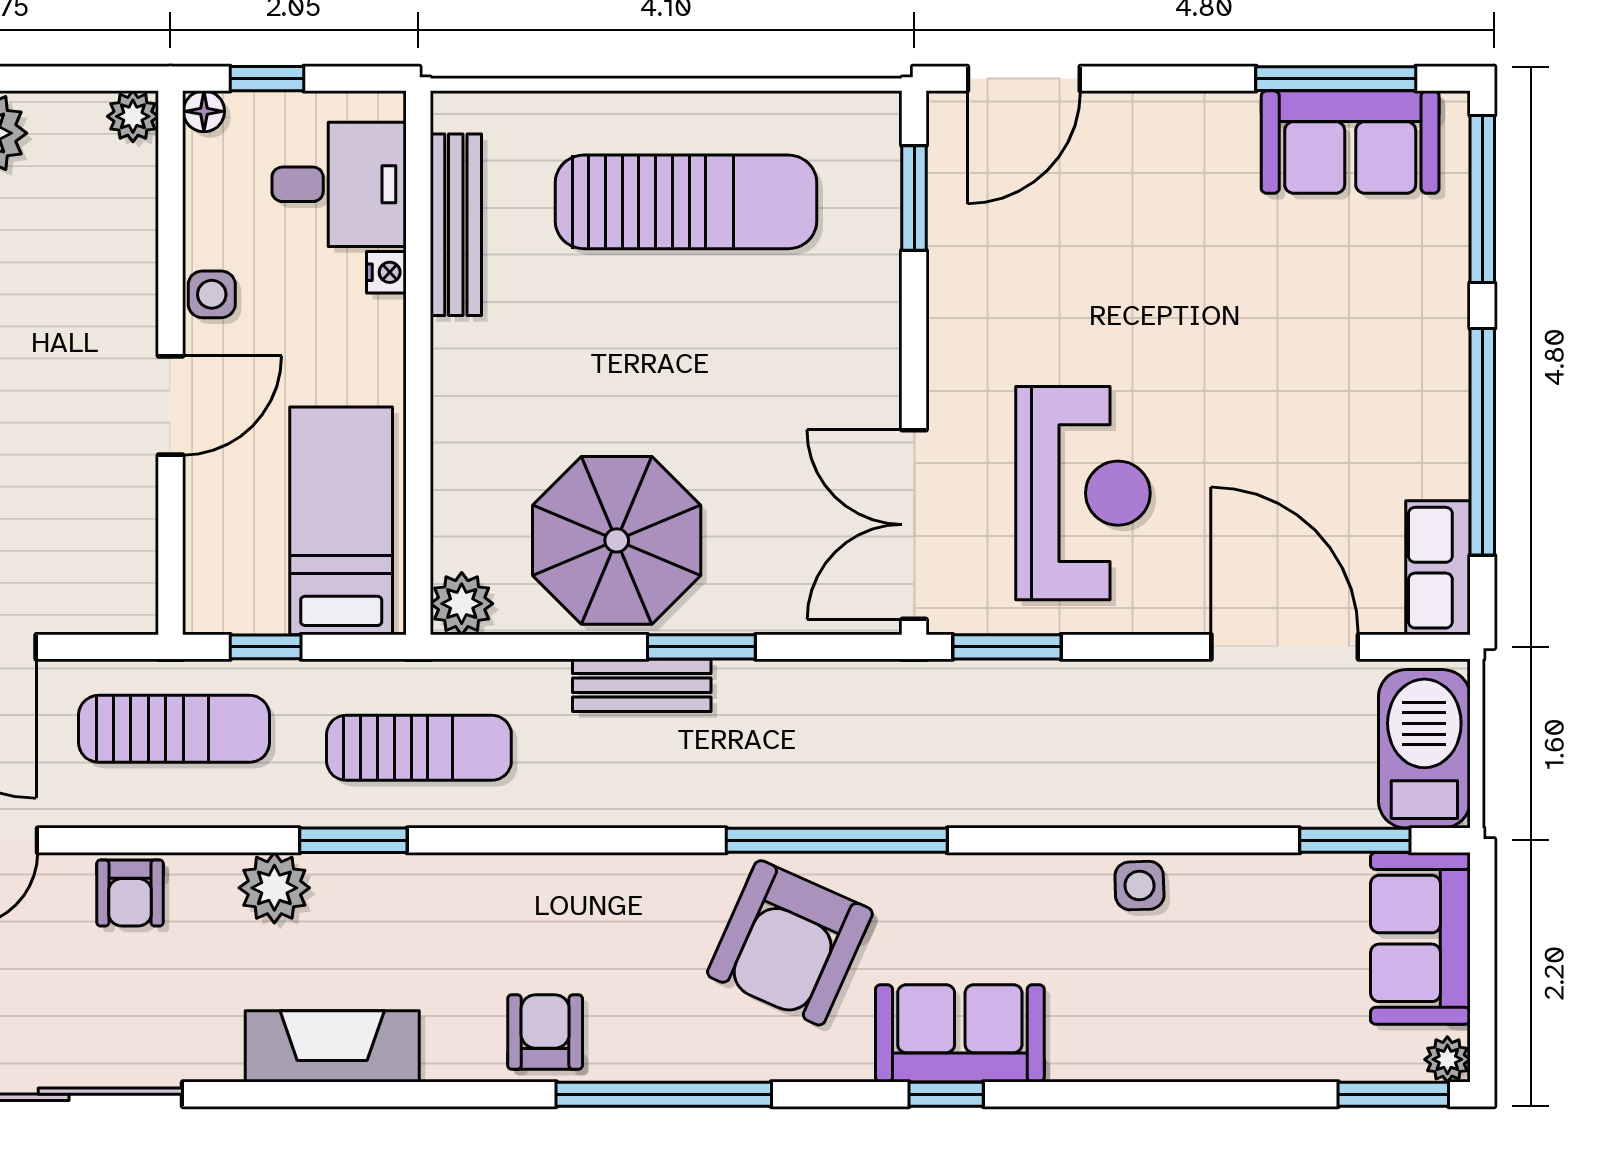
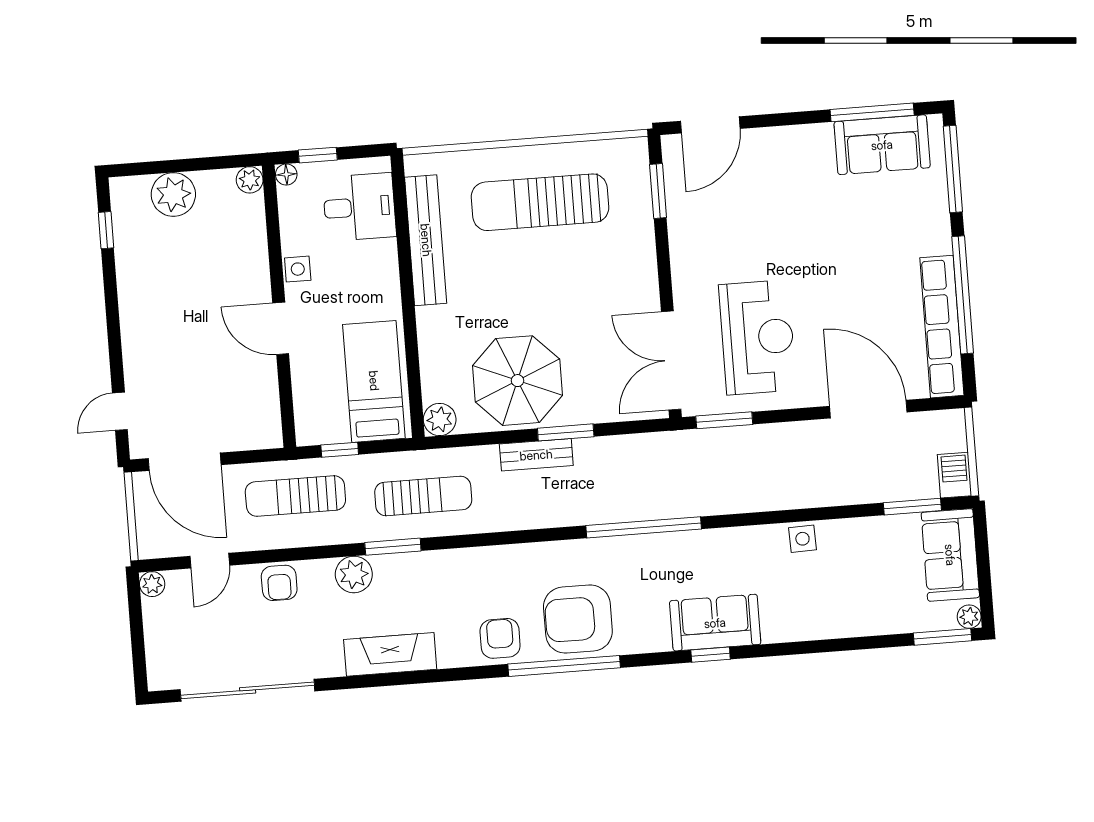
sun lounger: (686, 202) -> (540, 202), turned 180
bench: (456, 225) -> (426, 240), width x1.37, depth x1.21
nightstand: (386, 272) -> (387, 251), removed
door: (170, 405) -> (281, 328), swing flipped
row of seats: (1438, 568) -> (942, 327), width x2.02
sun lounger: (174, 729) -> (295, 496), turned 180
barbecue: (1424, 749) -> (955, 475), width x0.53, depth x0.65
armchair: (790, 943) -> (578, 619), moved, turned 66

